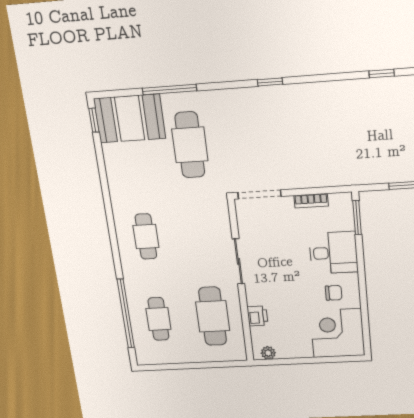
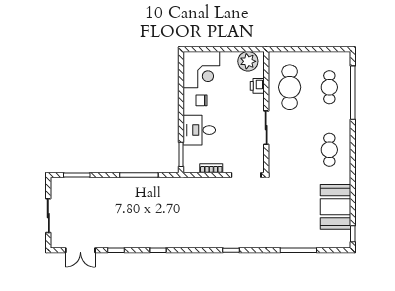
booth: (130, 118) -> (336, 207), moved, turned 90
cafe table: (190, 145) -> (290, 212), removed
plant: (268, 353) -> (248, 61), width x1.88, depth x1.88

